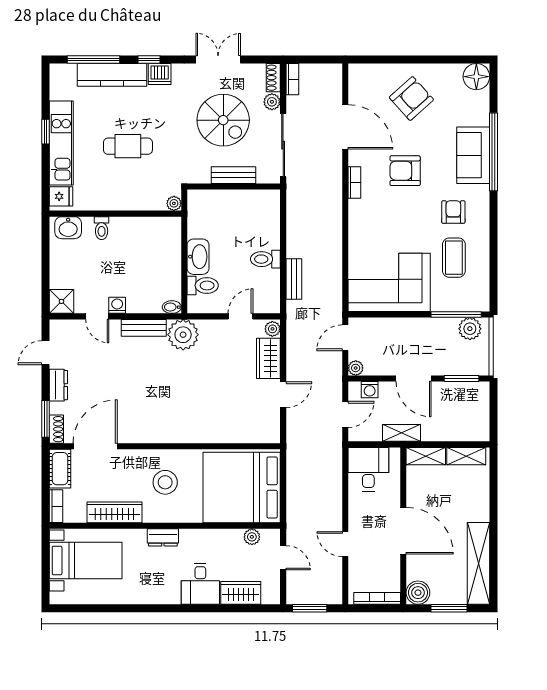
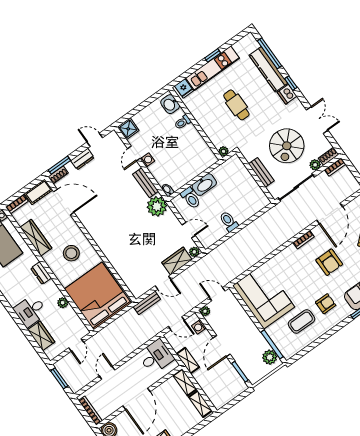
armchair: (405, 171) -> (329, 262), turned 180
bench: (294, 279) -> (147, 303), moved
plant: (252, 537) -> (63, 303), moved

